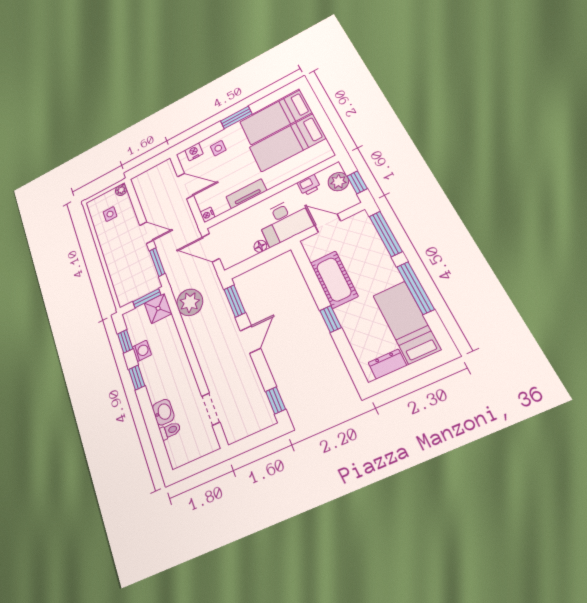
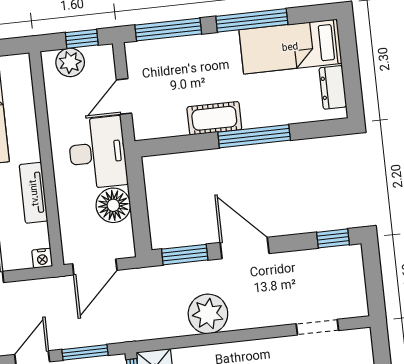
printer: (309, 185) -> (58, 103), removed
floor lamp: (260, 246) -> (113, 205), width x1.89, depth x1.89
cot: (334, 279) -> (214, 118), width x0.73, depth x0.75
plant: (190, 302) -> (208, 314), moved
window: (331, 319) -> (254, 136), width x2.17
door: (250, 340) -> (245, 248), width x1.38

